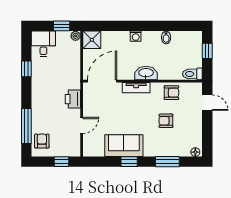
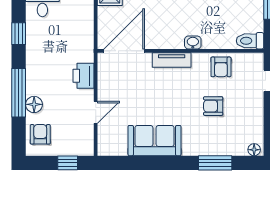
washbasin: (146, 73) -> (193, 43), width x0.52, depth x0.69
armchair: (172, 93) -> (221, 67), turned 90
floor lamp: (37, 120) -> (34, 104), added
window: (26, 126) -> (19, 93), moved
window: (129, 162) -> (162, 163), removed

